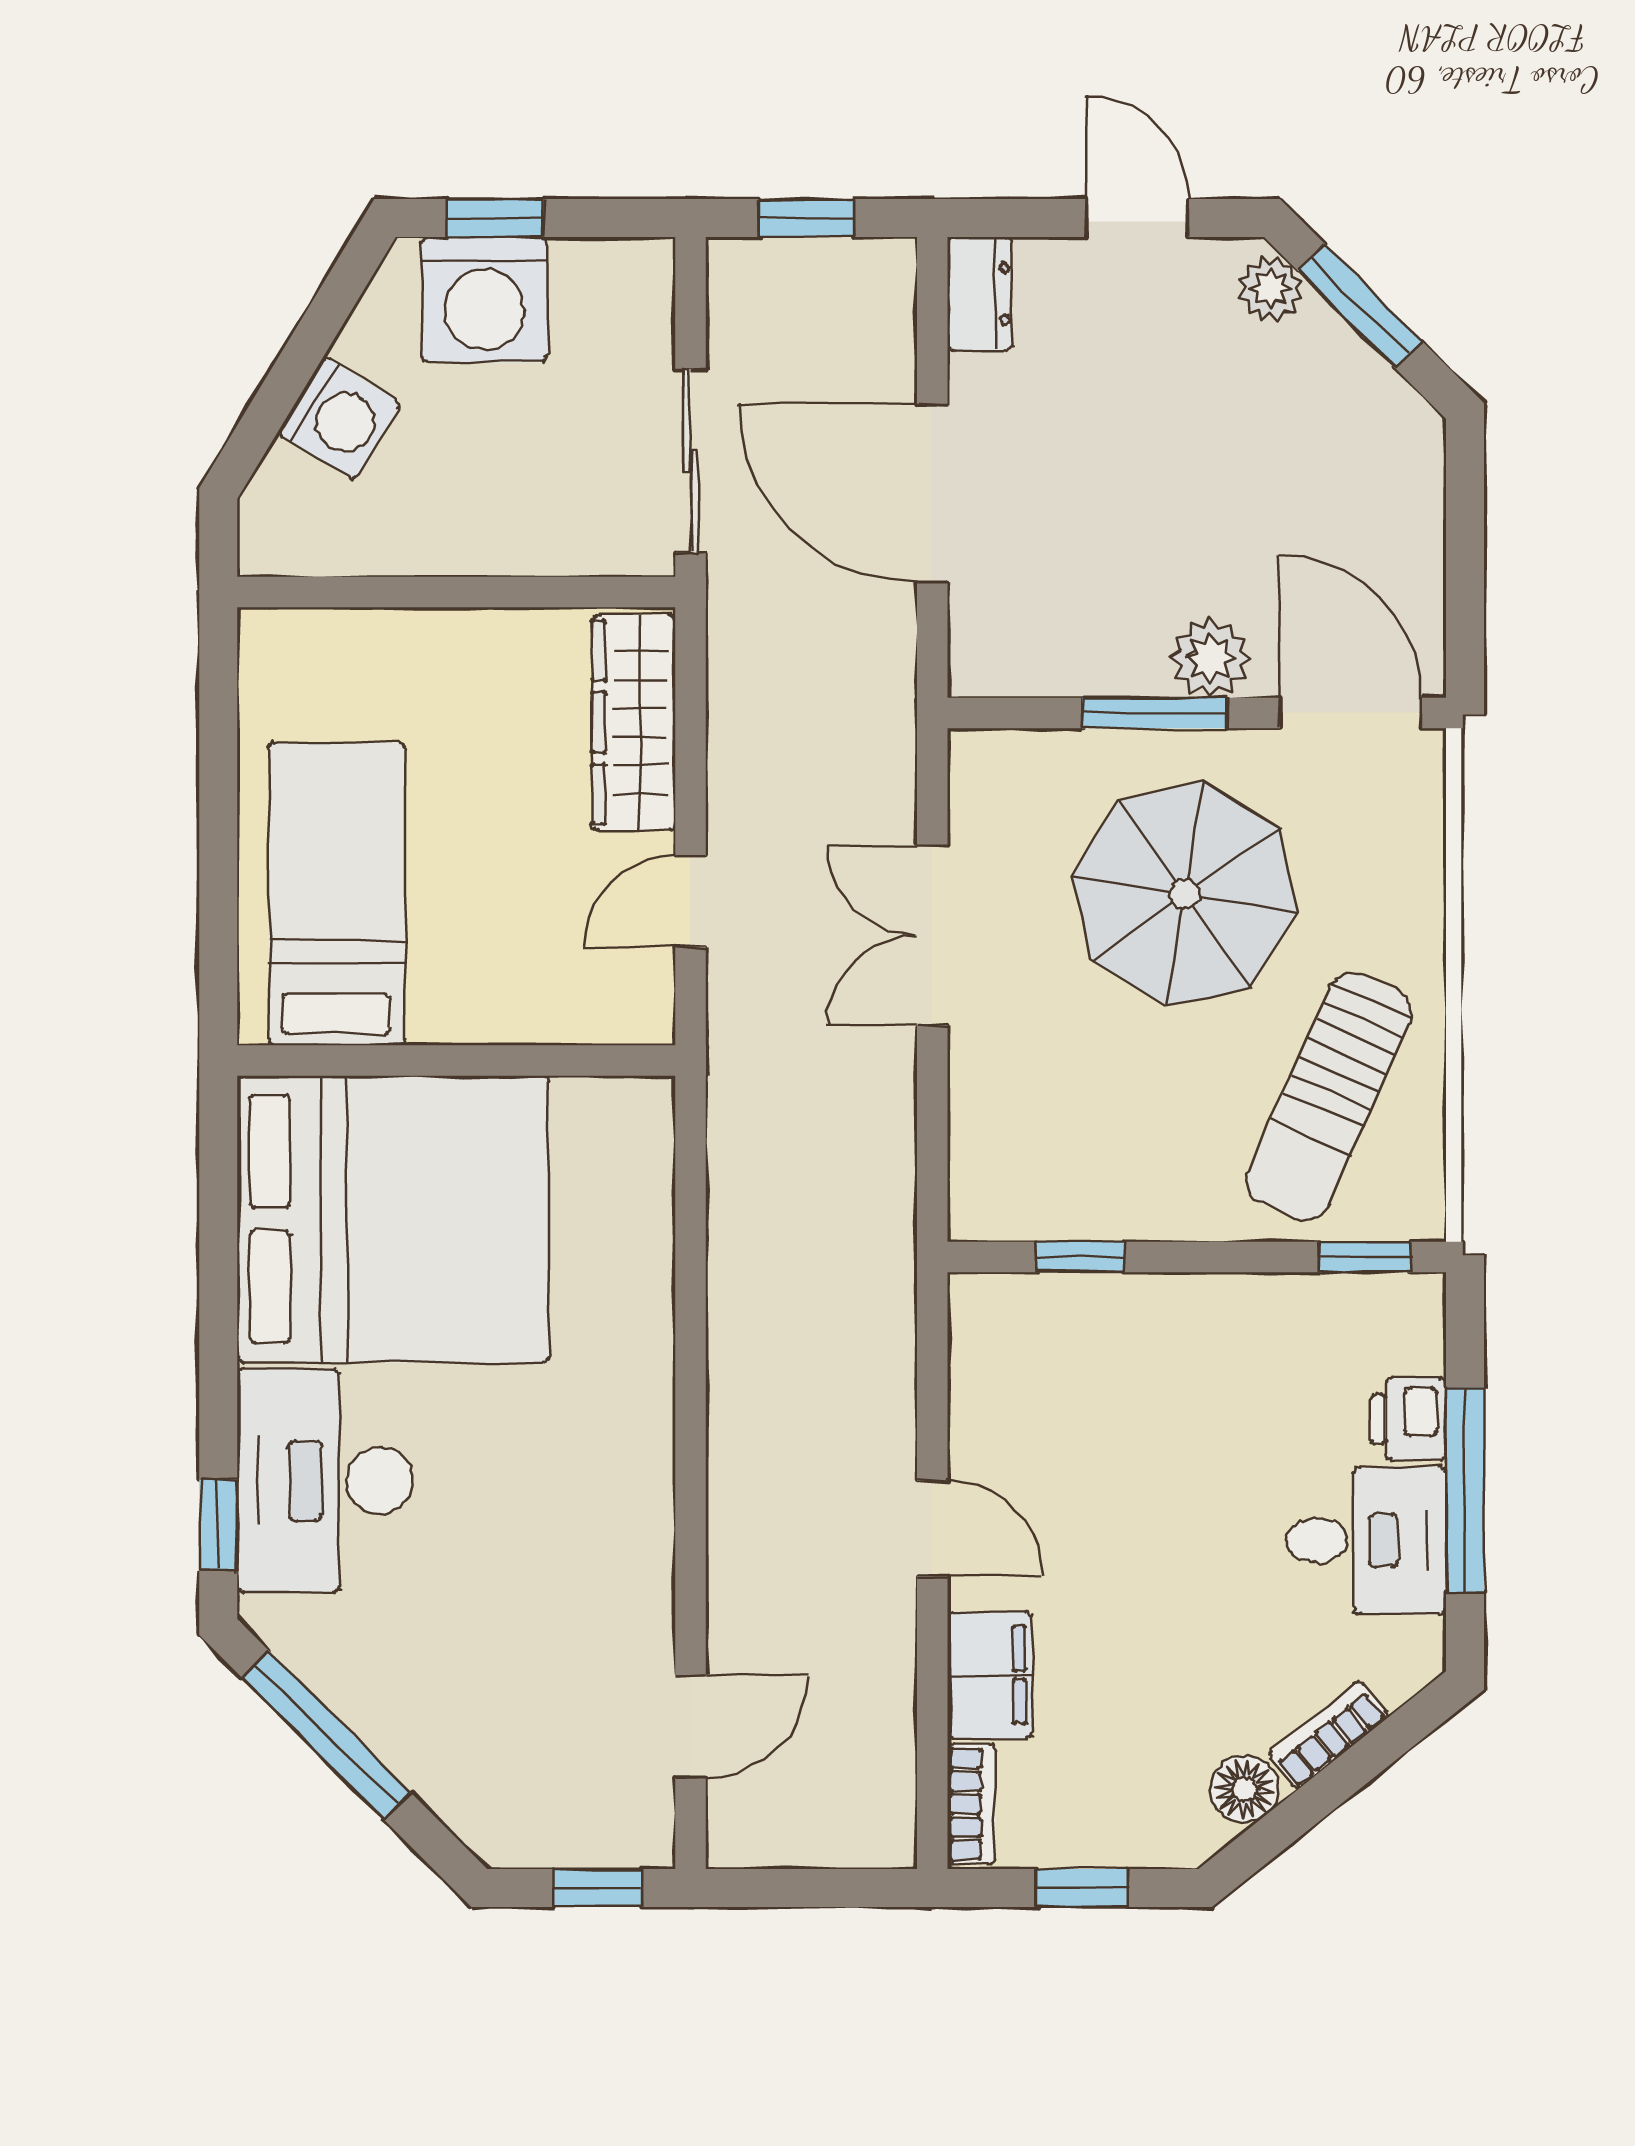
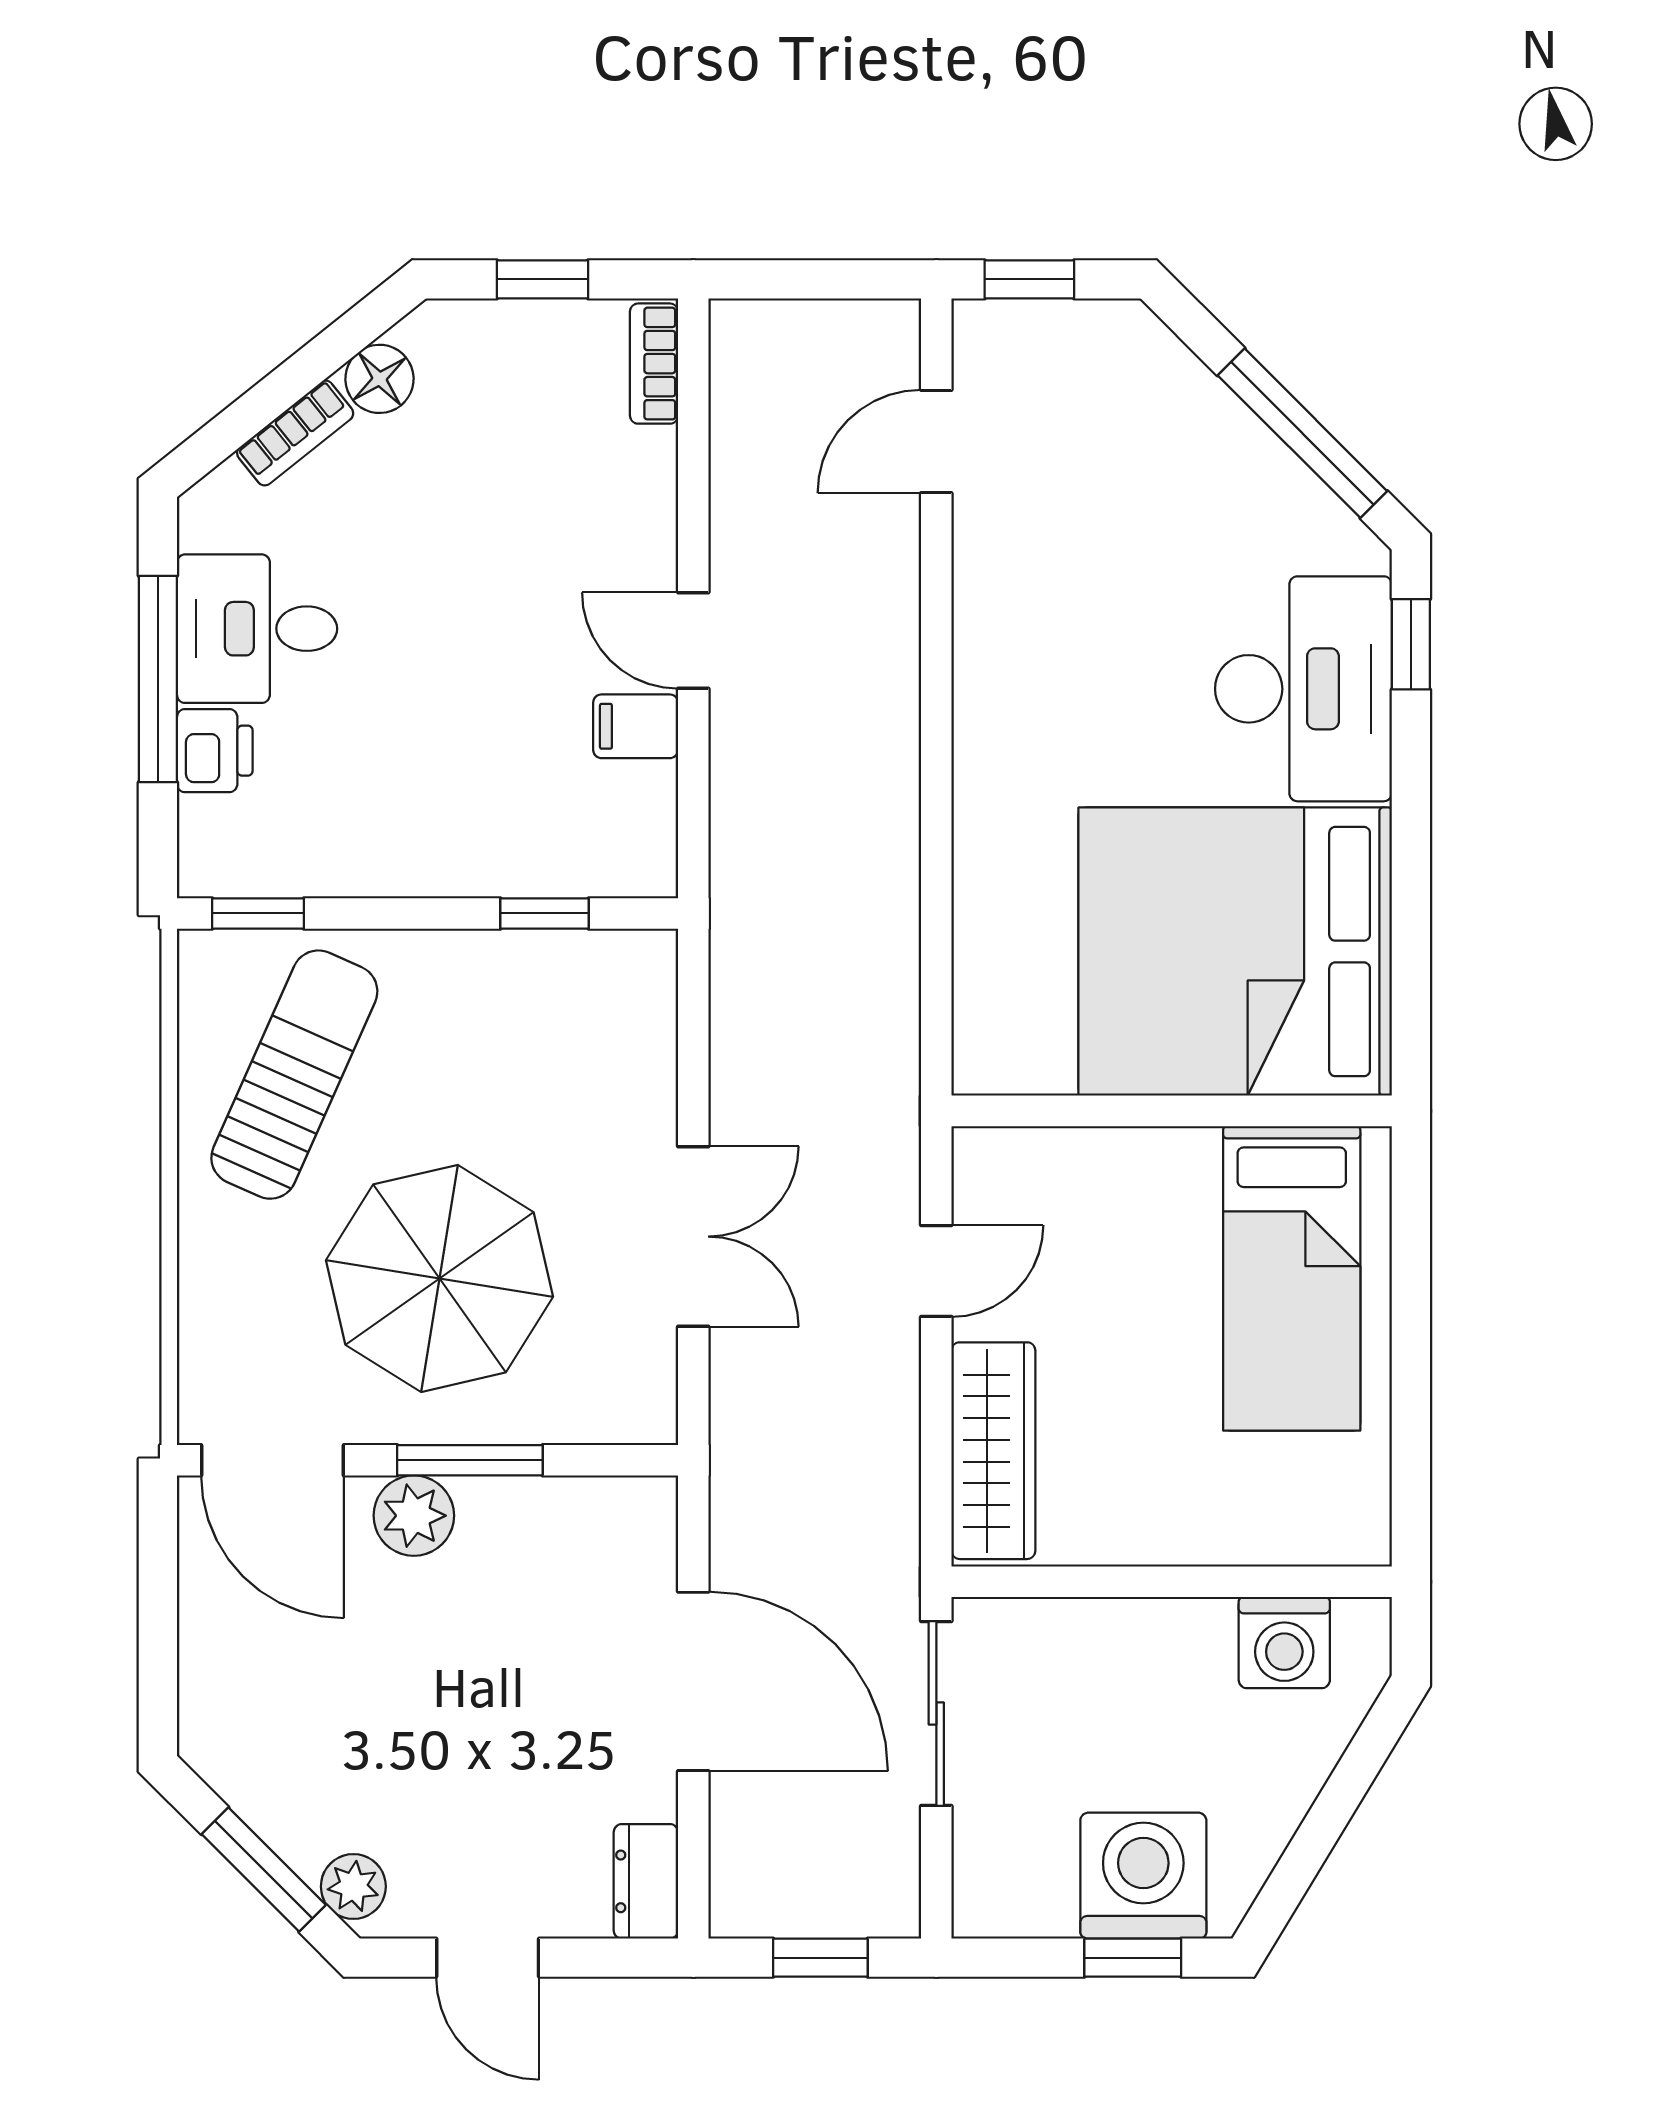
washing machine: (339, 418) -> (1284, 1643), moved, turned -121
filing cabinet: (990, 1675) -> (636, 726), moved, width x0.50

